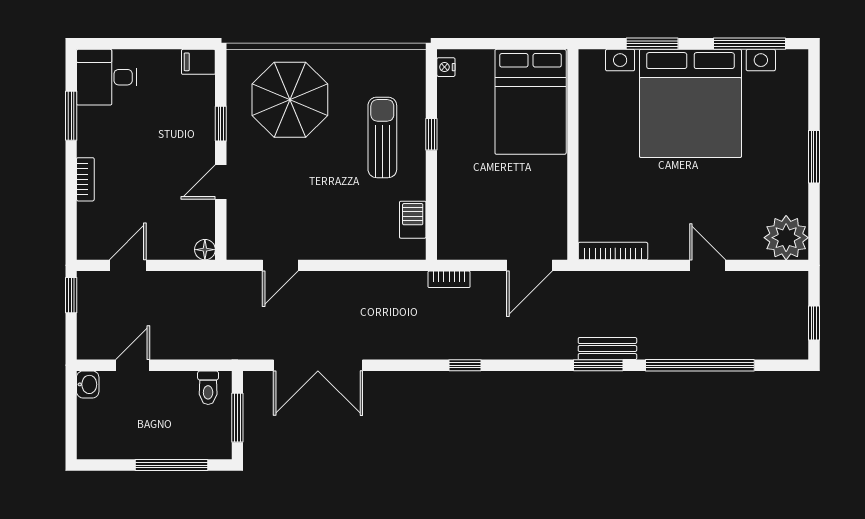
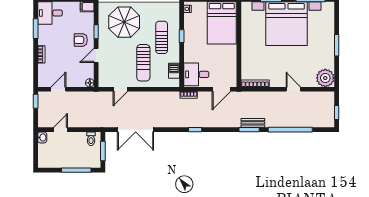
armchair: (183, 144) -> (81, 40), added
sun lounger: (337, 200) -> (143, 63), added
desk: (468, 229) -> (196, 74), added

